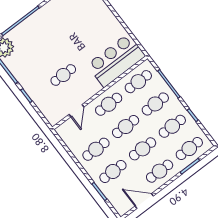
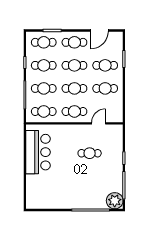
bar counter: (116, 60) -> (38, 152), moved, turned -90
door: (144, 201) -> (99, 30), hinge flipped

